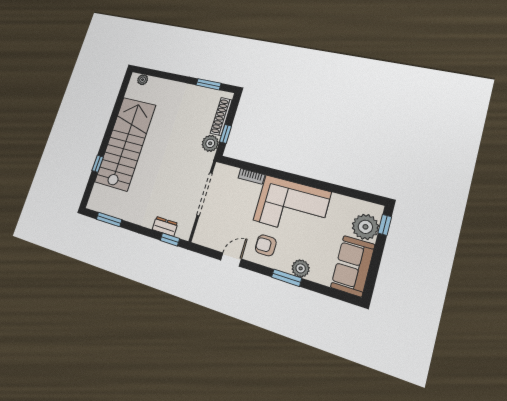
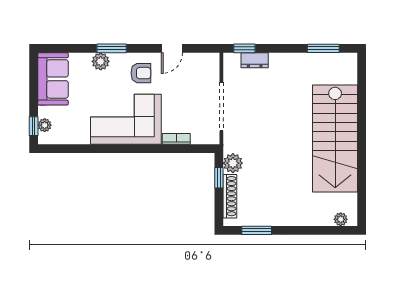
window: (98, 164) -> (362, 106), removed
plant: (365, 227) -> (45, 125), width x0.53, depth x0.53

